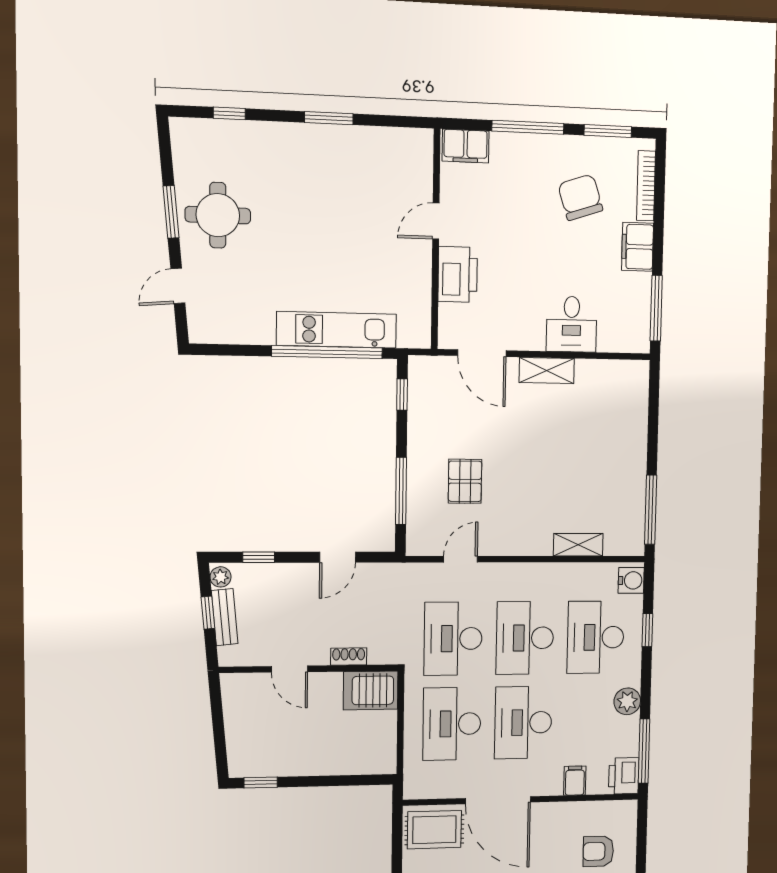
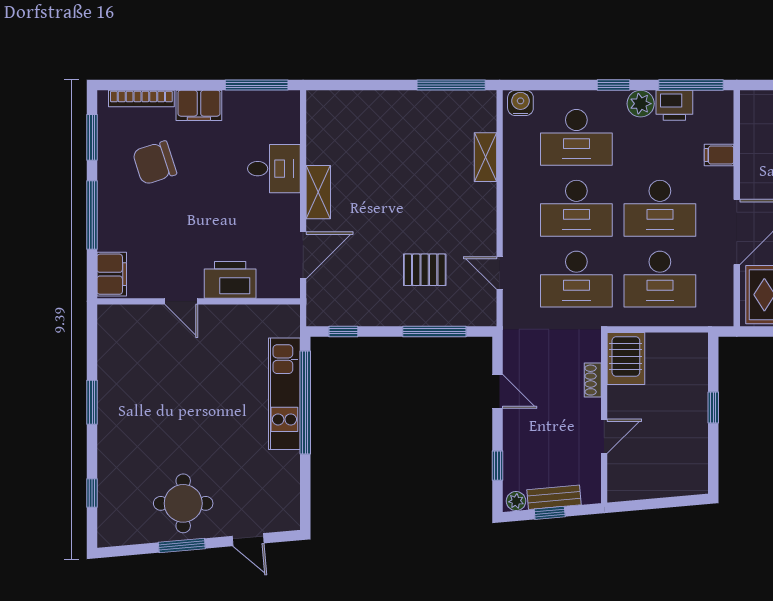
window: (647, 630) -> (614, 85), moved
printer: (624, 776) -> (674, 105), moved
window: (261, 783) -> (713, 407), moved

